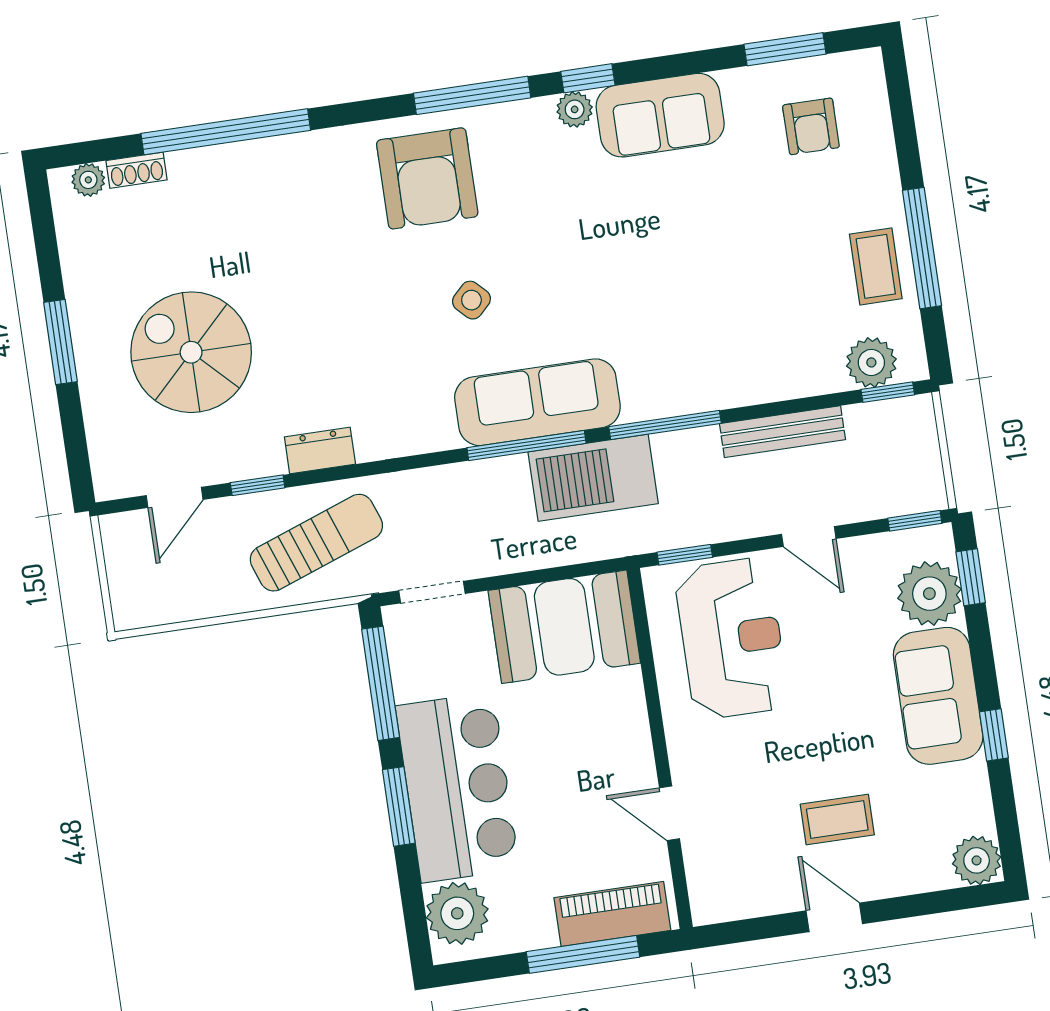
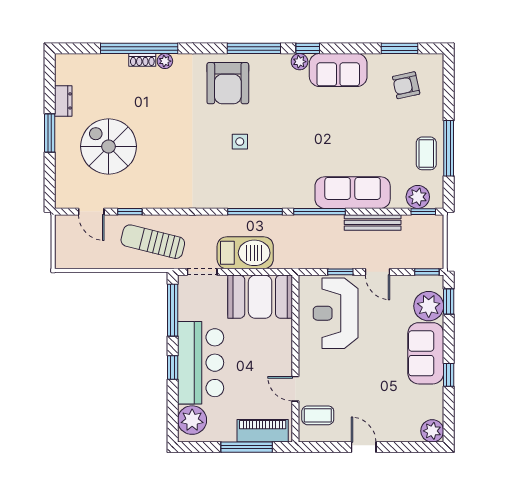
armchair: (811, 126) -> (406, 85), turned 78
shoe rack: (136, 170) -> (142, 60), moved
plant: (88, 180) -> (165, 61), moved
side table: (471, 300) -> (240, 142), turned 45
sofa: (537, 402) -> (353, 193), moved
dresser: (320, 450) -> (63, 101), moved, turned 90
barbecue: (593, 478) -> (245, 253), moved, turned 180
door: (175, 497) -> (91, 212), hinge flipped
sun lounger: (316, 543) -> (153, 242), turned -146
window: (685, 555) -> (340, 272), moved
reception desk: (732, 638) -> (336, 313), turned 180
window: (399, 806) -> (173, 367), width x0.67
coffee table: (837, 820) -> (318, 415), moved

